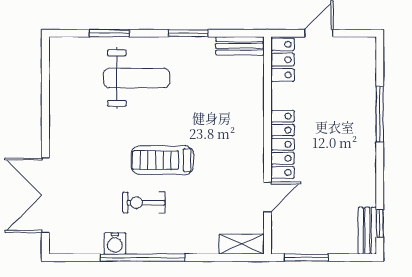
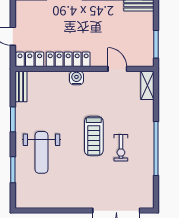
weight bench: (137, 78) -> (42, 152), turned 180
locker: (283, 144) -> (68, 59), moved
water cooler: (115, 243) -> (76, 78), moved, turned -90

